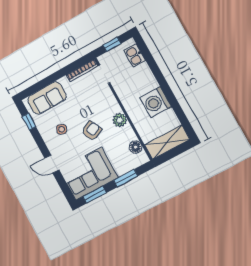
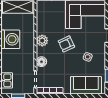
floor lamp: (136, 147) -> (42, 62), moved

